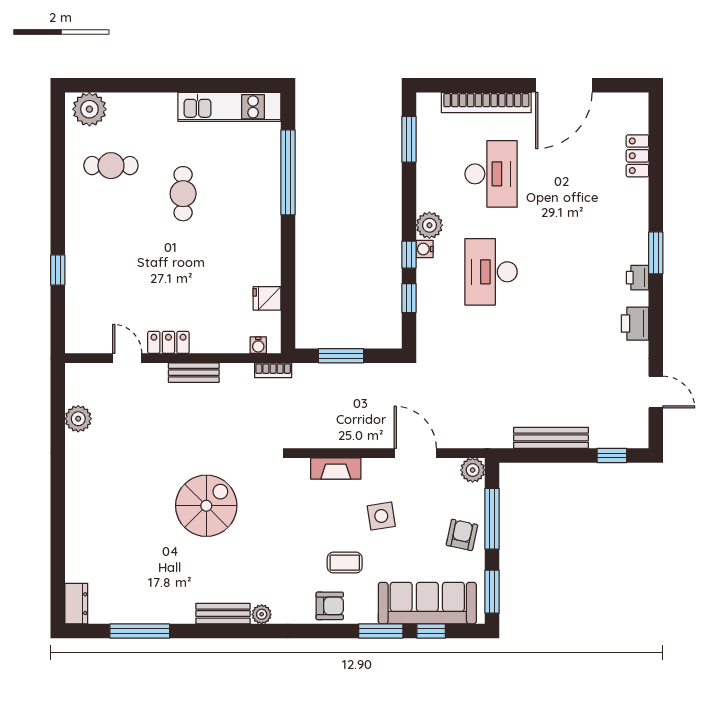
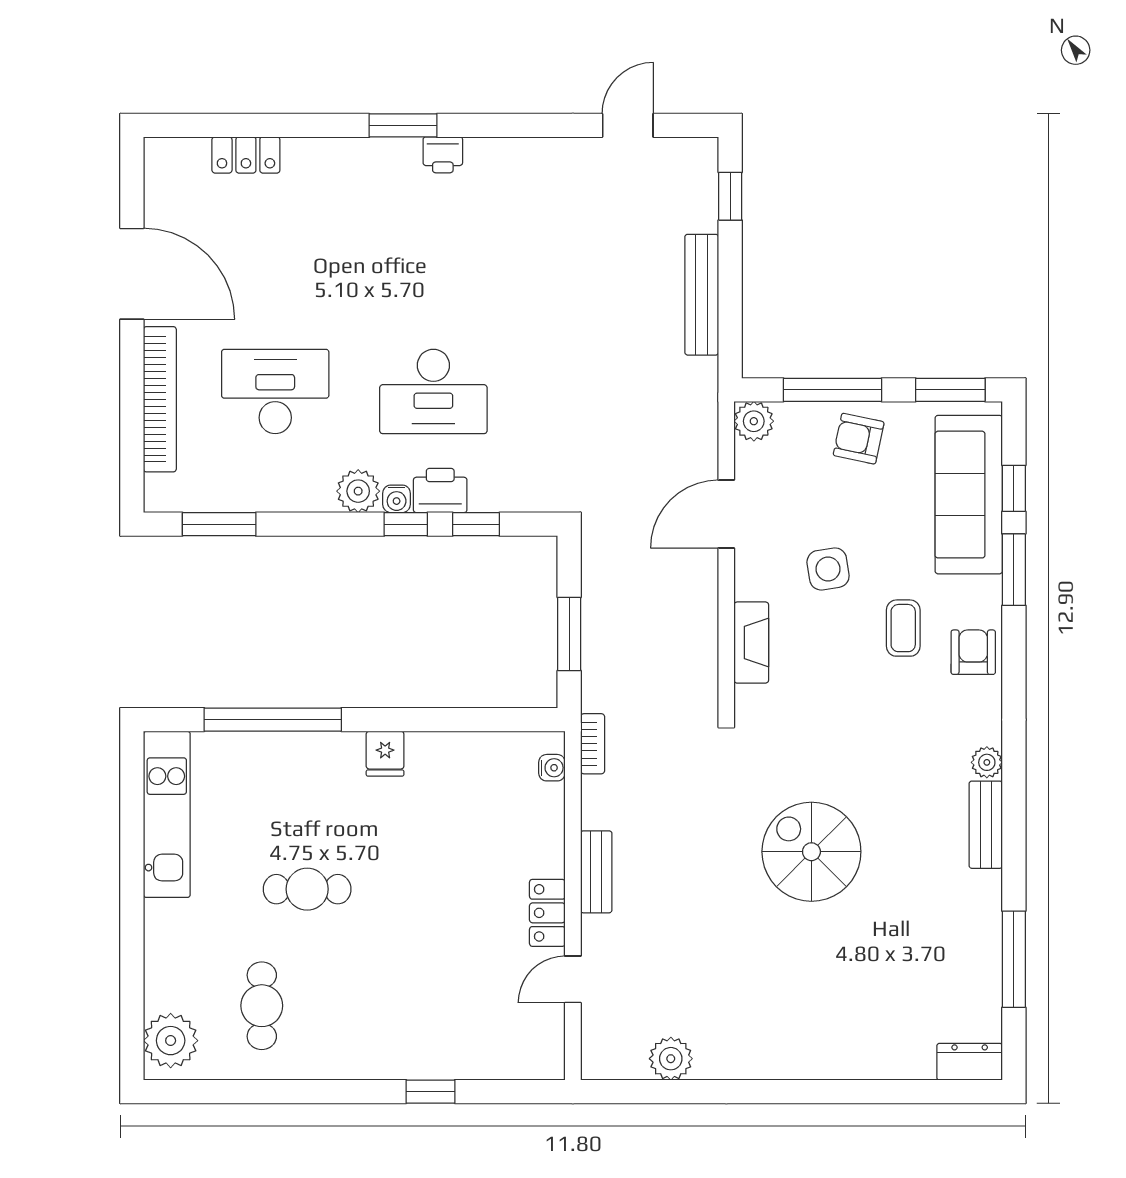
fridge: (267, 298) -> (385, 754), moved
printer: (635, 324) -> (440, 490), moved, turned 180

